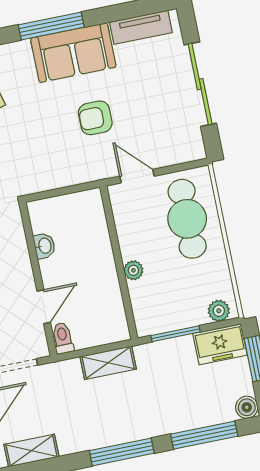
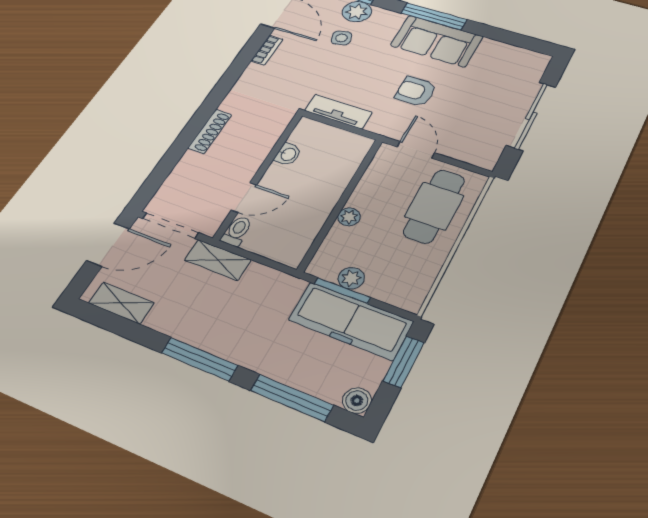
tv unit: (141, 27) -> (338, 112), moved, turned 180
plant: (219, 311) -> (351, 278), moved
freezer: (220, 344) -> (351, 321), width x1.91, depth x1.26
shelving: (108, 363) -> (218, 260), moved

